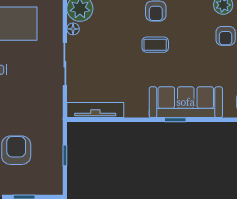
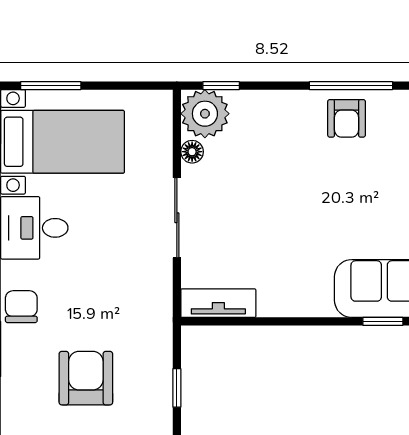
coffee table: (155, 45) -> (345, 181), removed
tv unit: (95, 110) -> (218, 303), width x0.71

